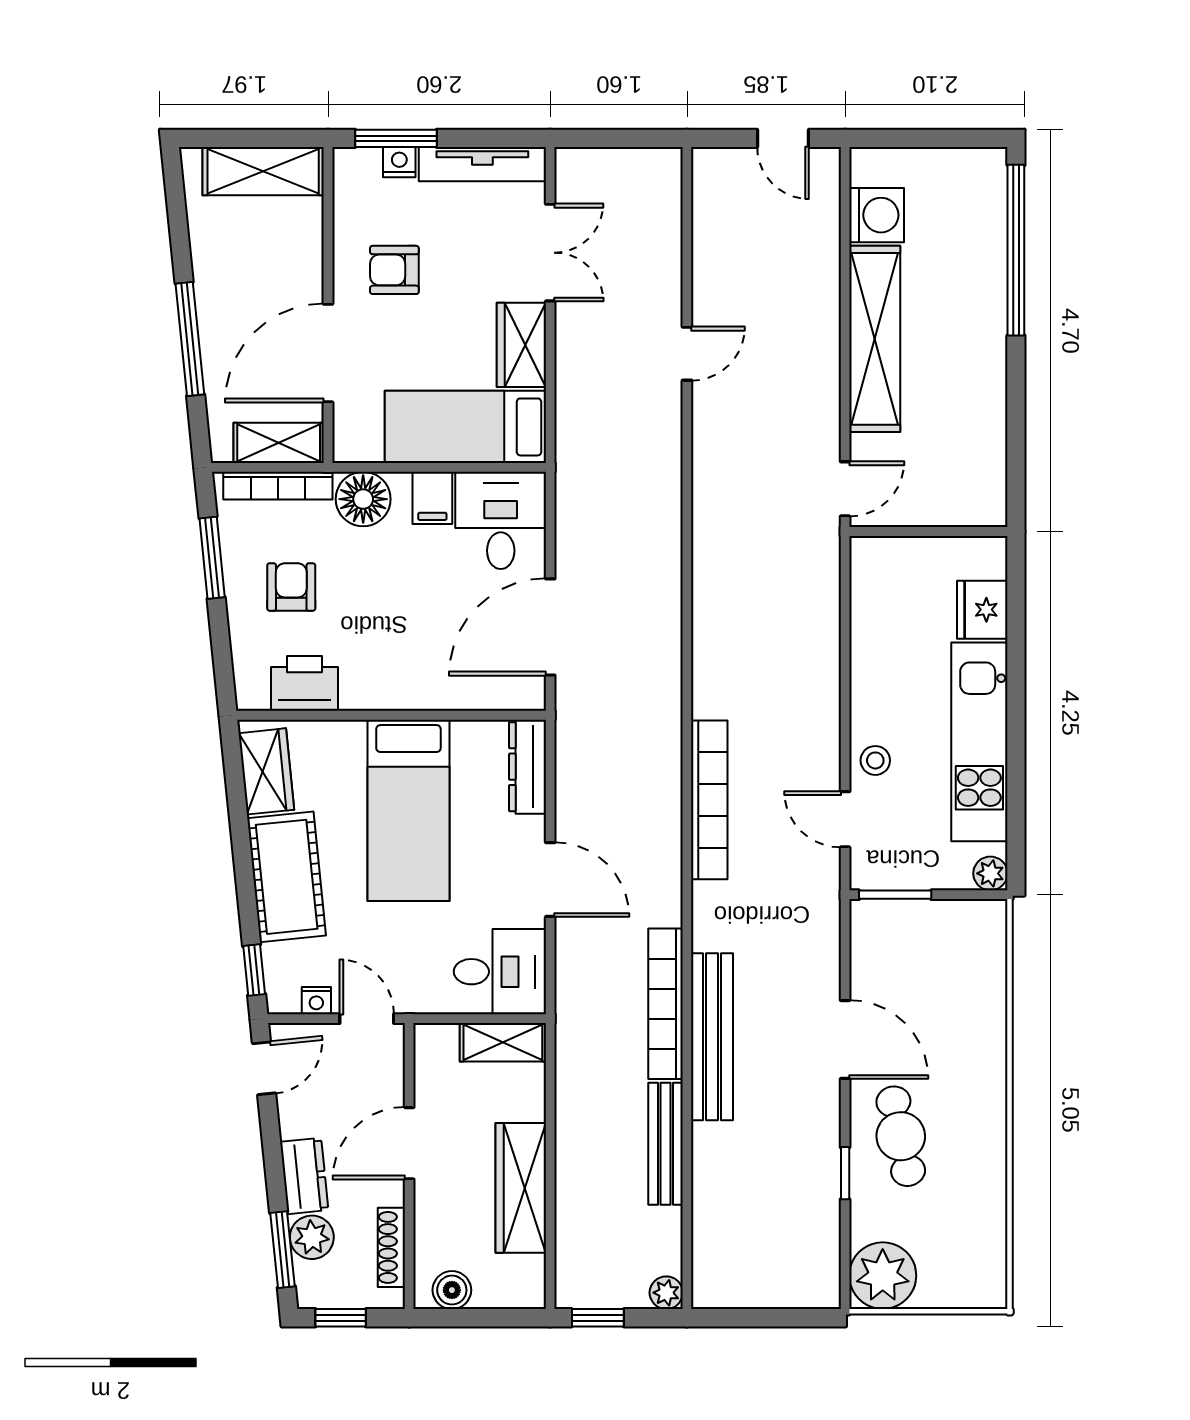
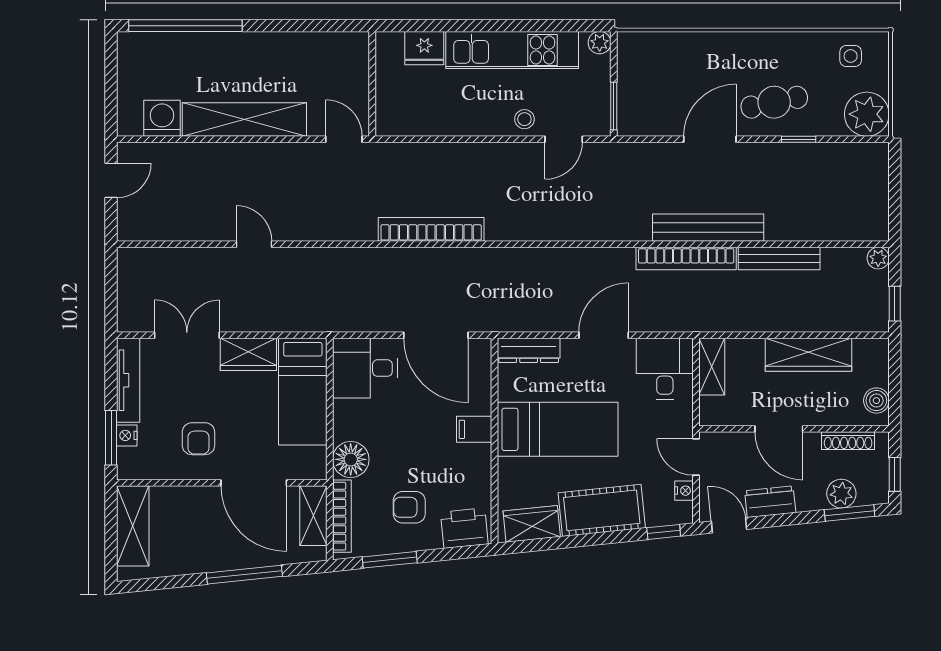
filing cabinet: (432, 498) -> (474, 429), moved, turned 180
printer: (305, 683) -> (464, 528), moved, turned 84
bookcase: (709, 800) -> (431, 229), moved
door: (367, 1019) -> (696, 457), hinge flipped
dresser: (304, 1176) -> (770, 502), moved
side table: (970, 1251) -> (851, 56), added

